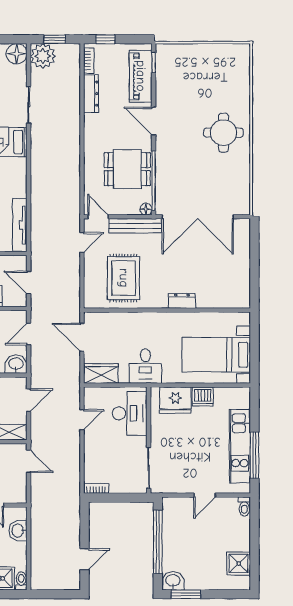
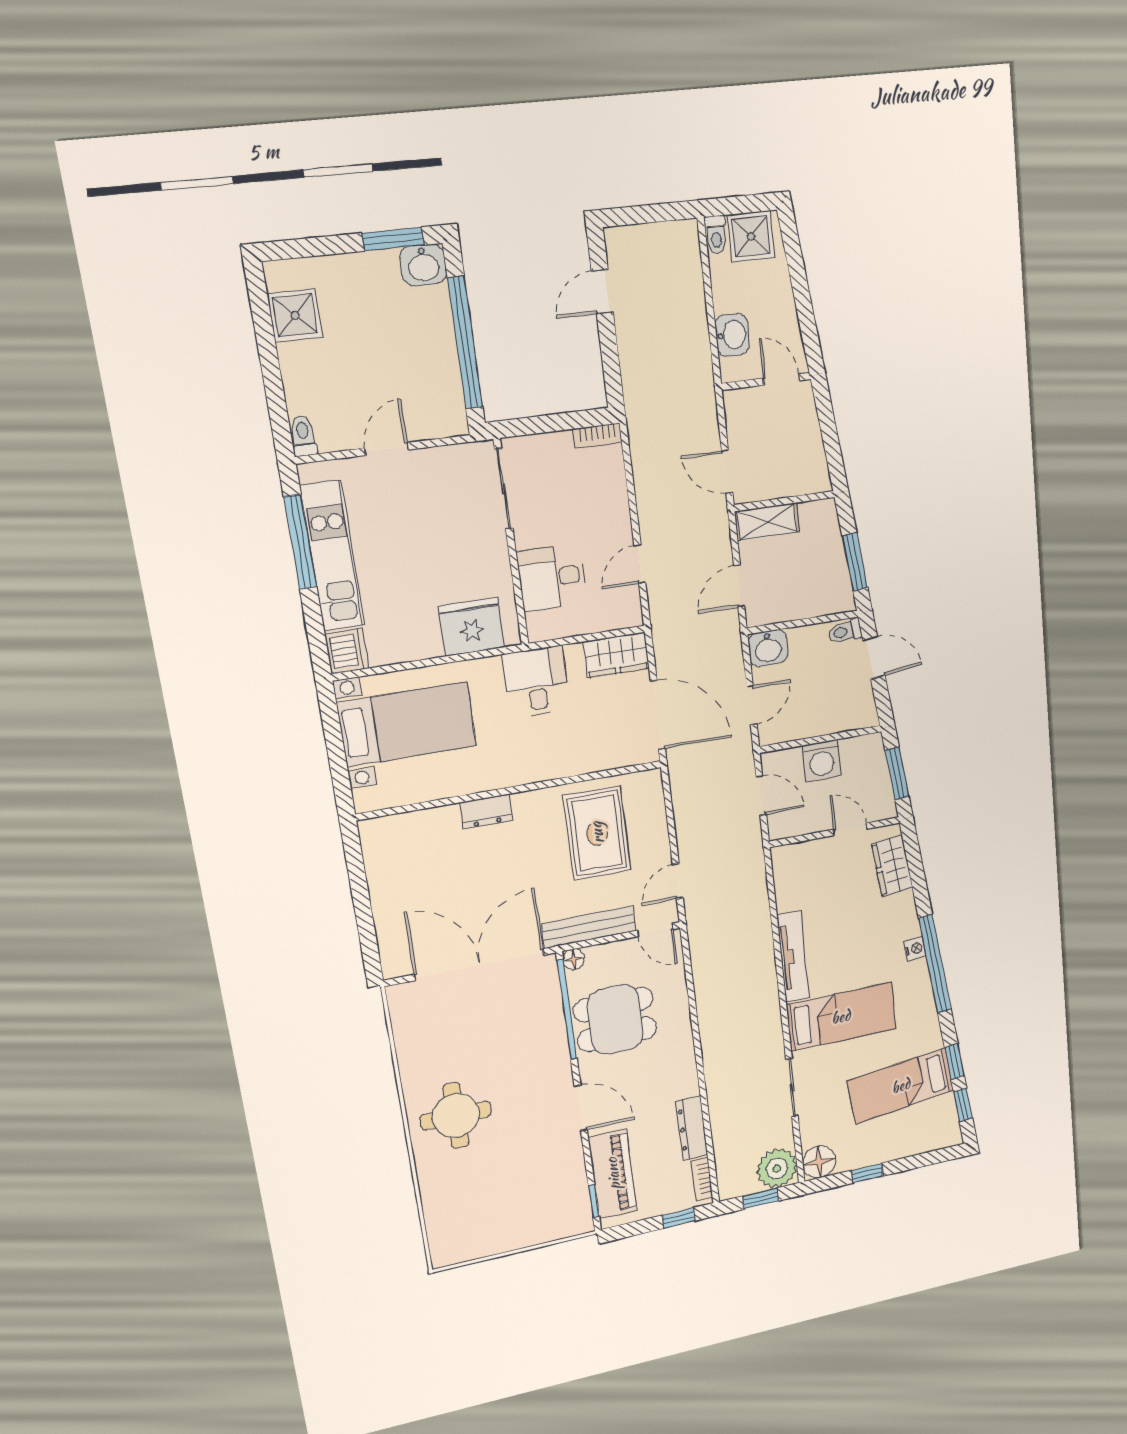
tv unit: (20, 225) -> (793, 956), moved
door: (82, 337) -> (658, 715), width x1.36
dishwasher: (203, 396) -> (347, 651), moved, turned 90
desk: (130, 413) -> (552, 578), width x0.73

